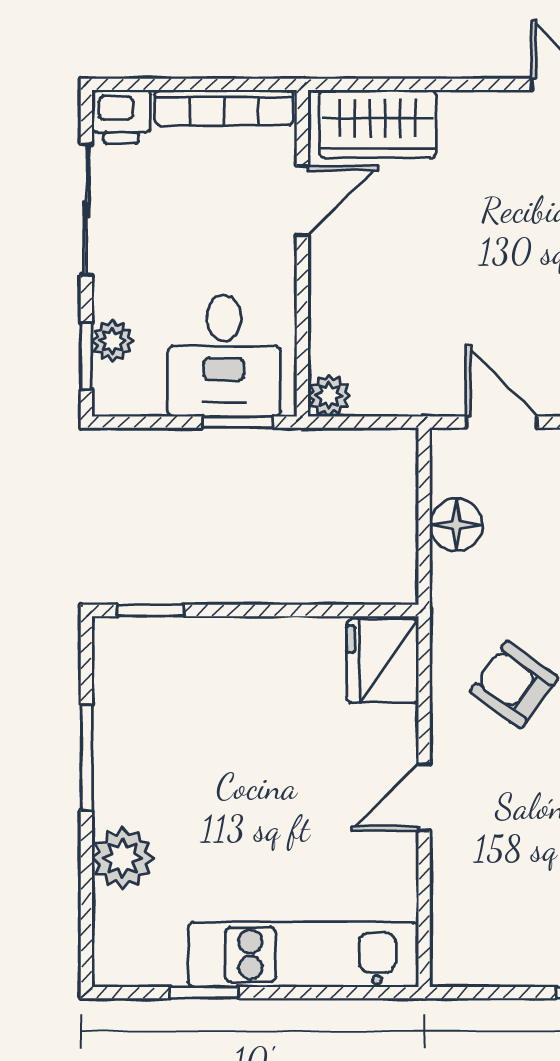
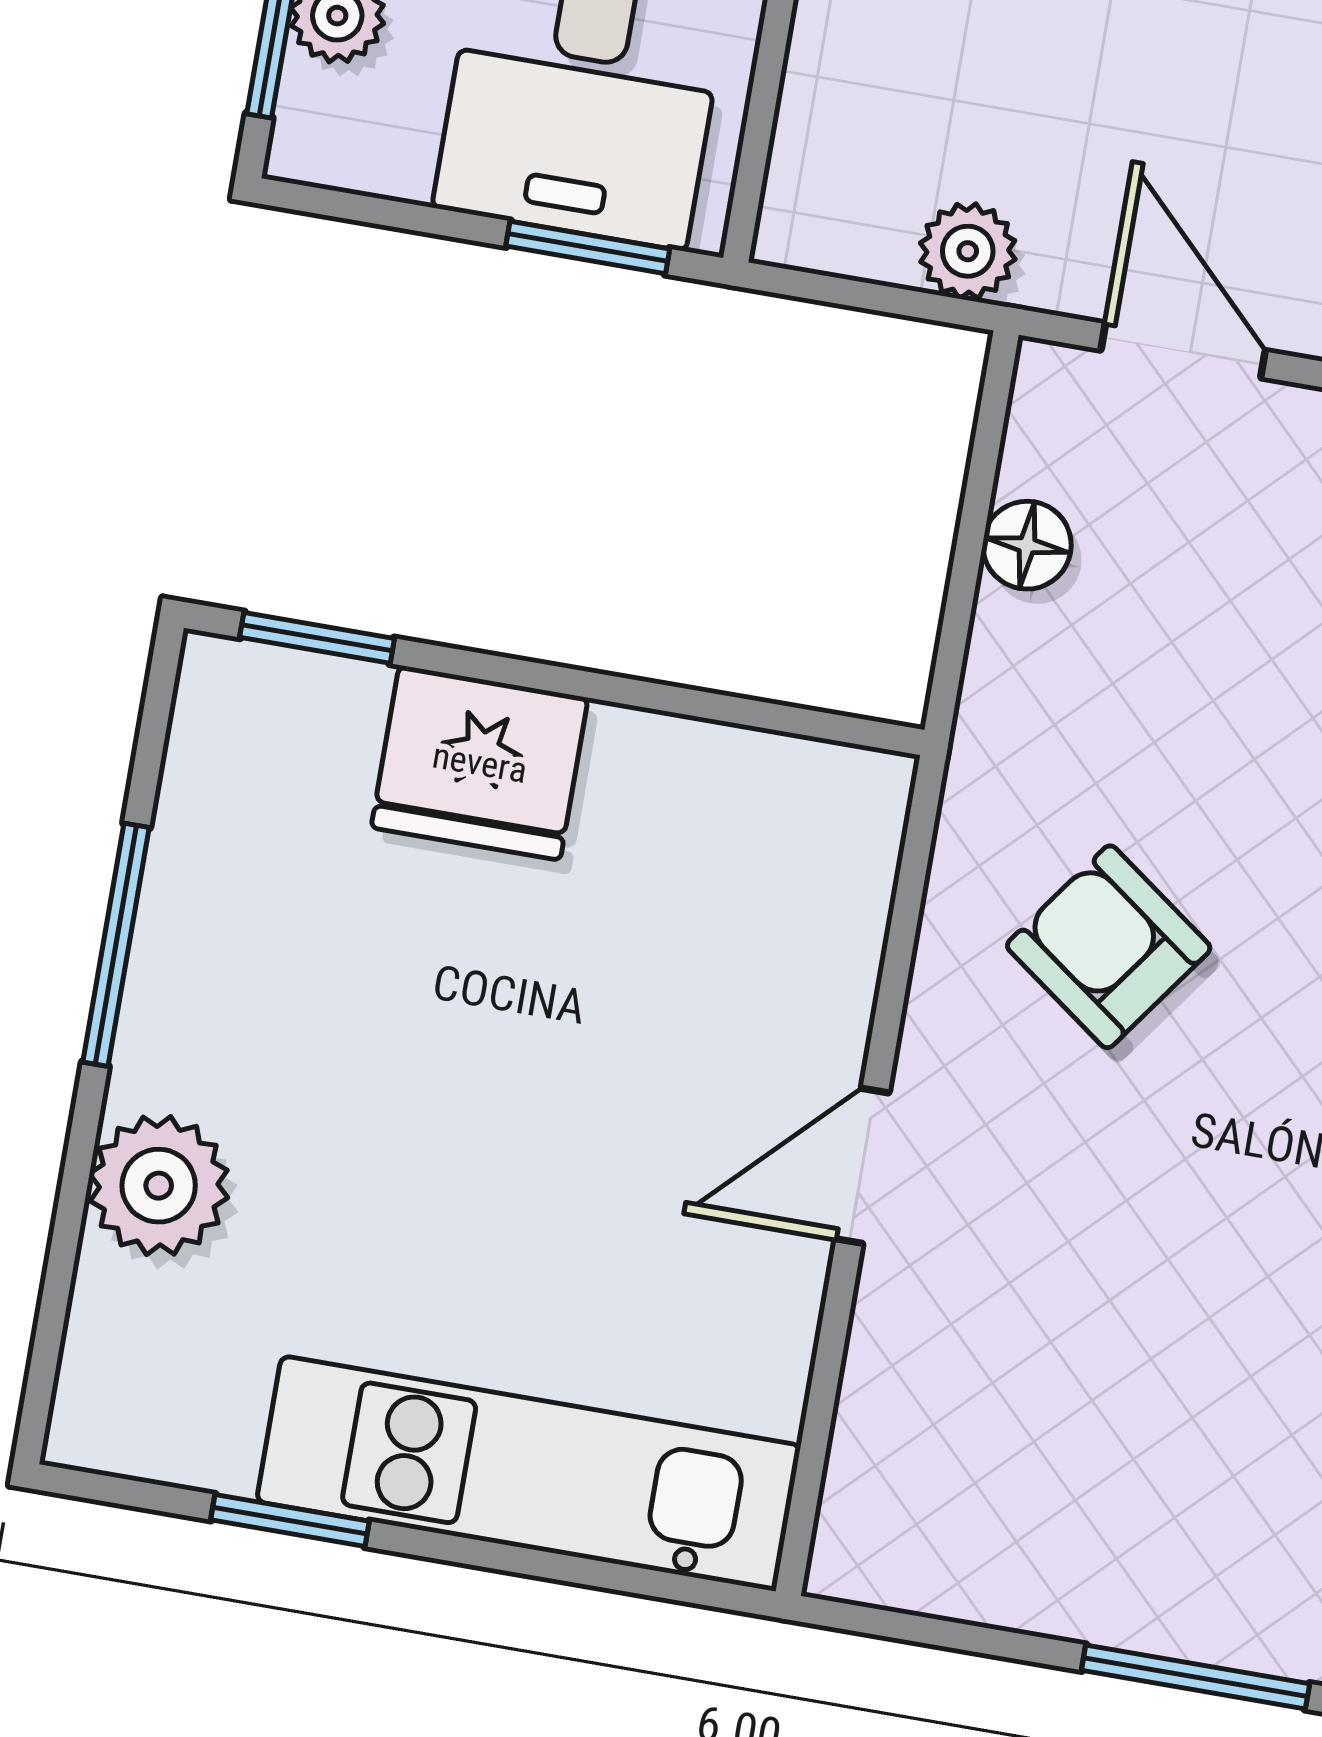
plant: (329, 396) -> (968, 251), moved
floor lamp: (456, 525) -> (1027, 545), width x0.73, depth x0.73
fridge: (383, 661) -> (480, 763), moved, turned -90

